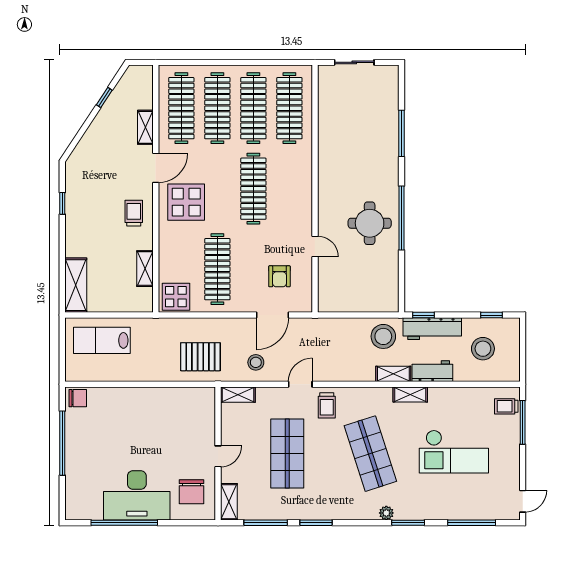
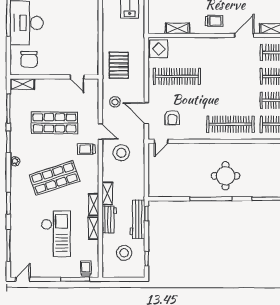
door: (156, 168) -> (244, 35), swing flipped
clothes rail: (253, 189) -> (230, 124), moved
display table: (186, 202) -> (221, 56), removed
round table: (370, 223) -> (225, 176), moved
door: (315, 246) -> (161, 141), moved
armchair: (279, 276) -> (172, 118), turned -90
stool: (383, 336) -> (121, 153), moved
shelving: (238, 395) -> (94, 228), moved
checkout: (454, 452) -> (56, 234), turned 180
door: (218, 456) -> (77, 77), moved
chair: (192, 492) -> (29, 59), turned -90
door: (523, 501) -> (23, 279), swing flipped
plant: (386, 513) -> (15, 161), moved

